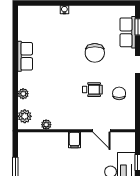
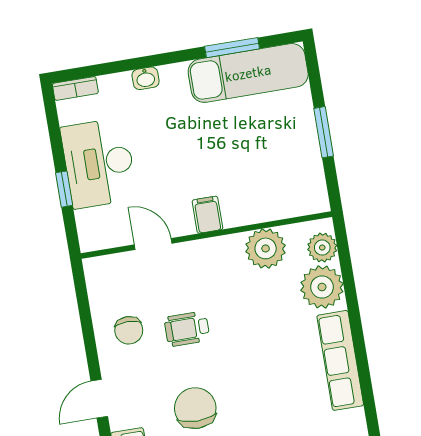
row of seats: (25, 56) -> (340, 360), width x1.48
plant: (23, 94) -> (322, 287), width x1.87, depth x1.87
plant: (46, 125) -> (266, 248), width x1.87, depth x1.87

